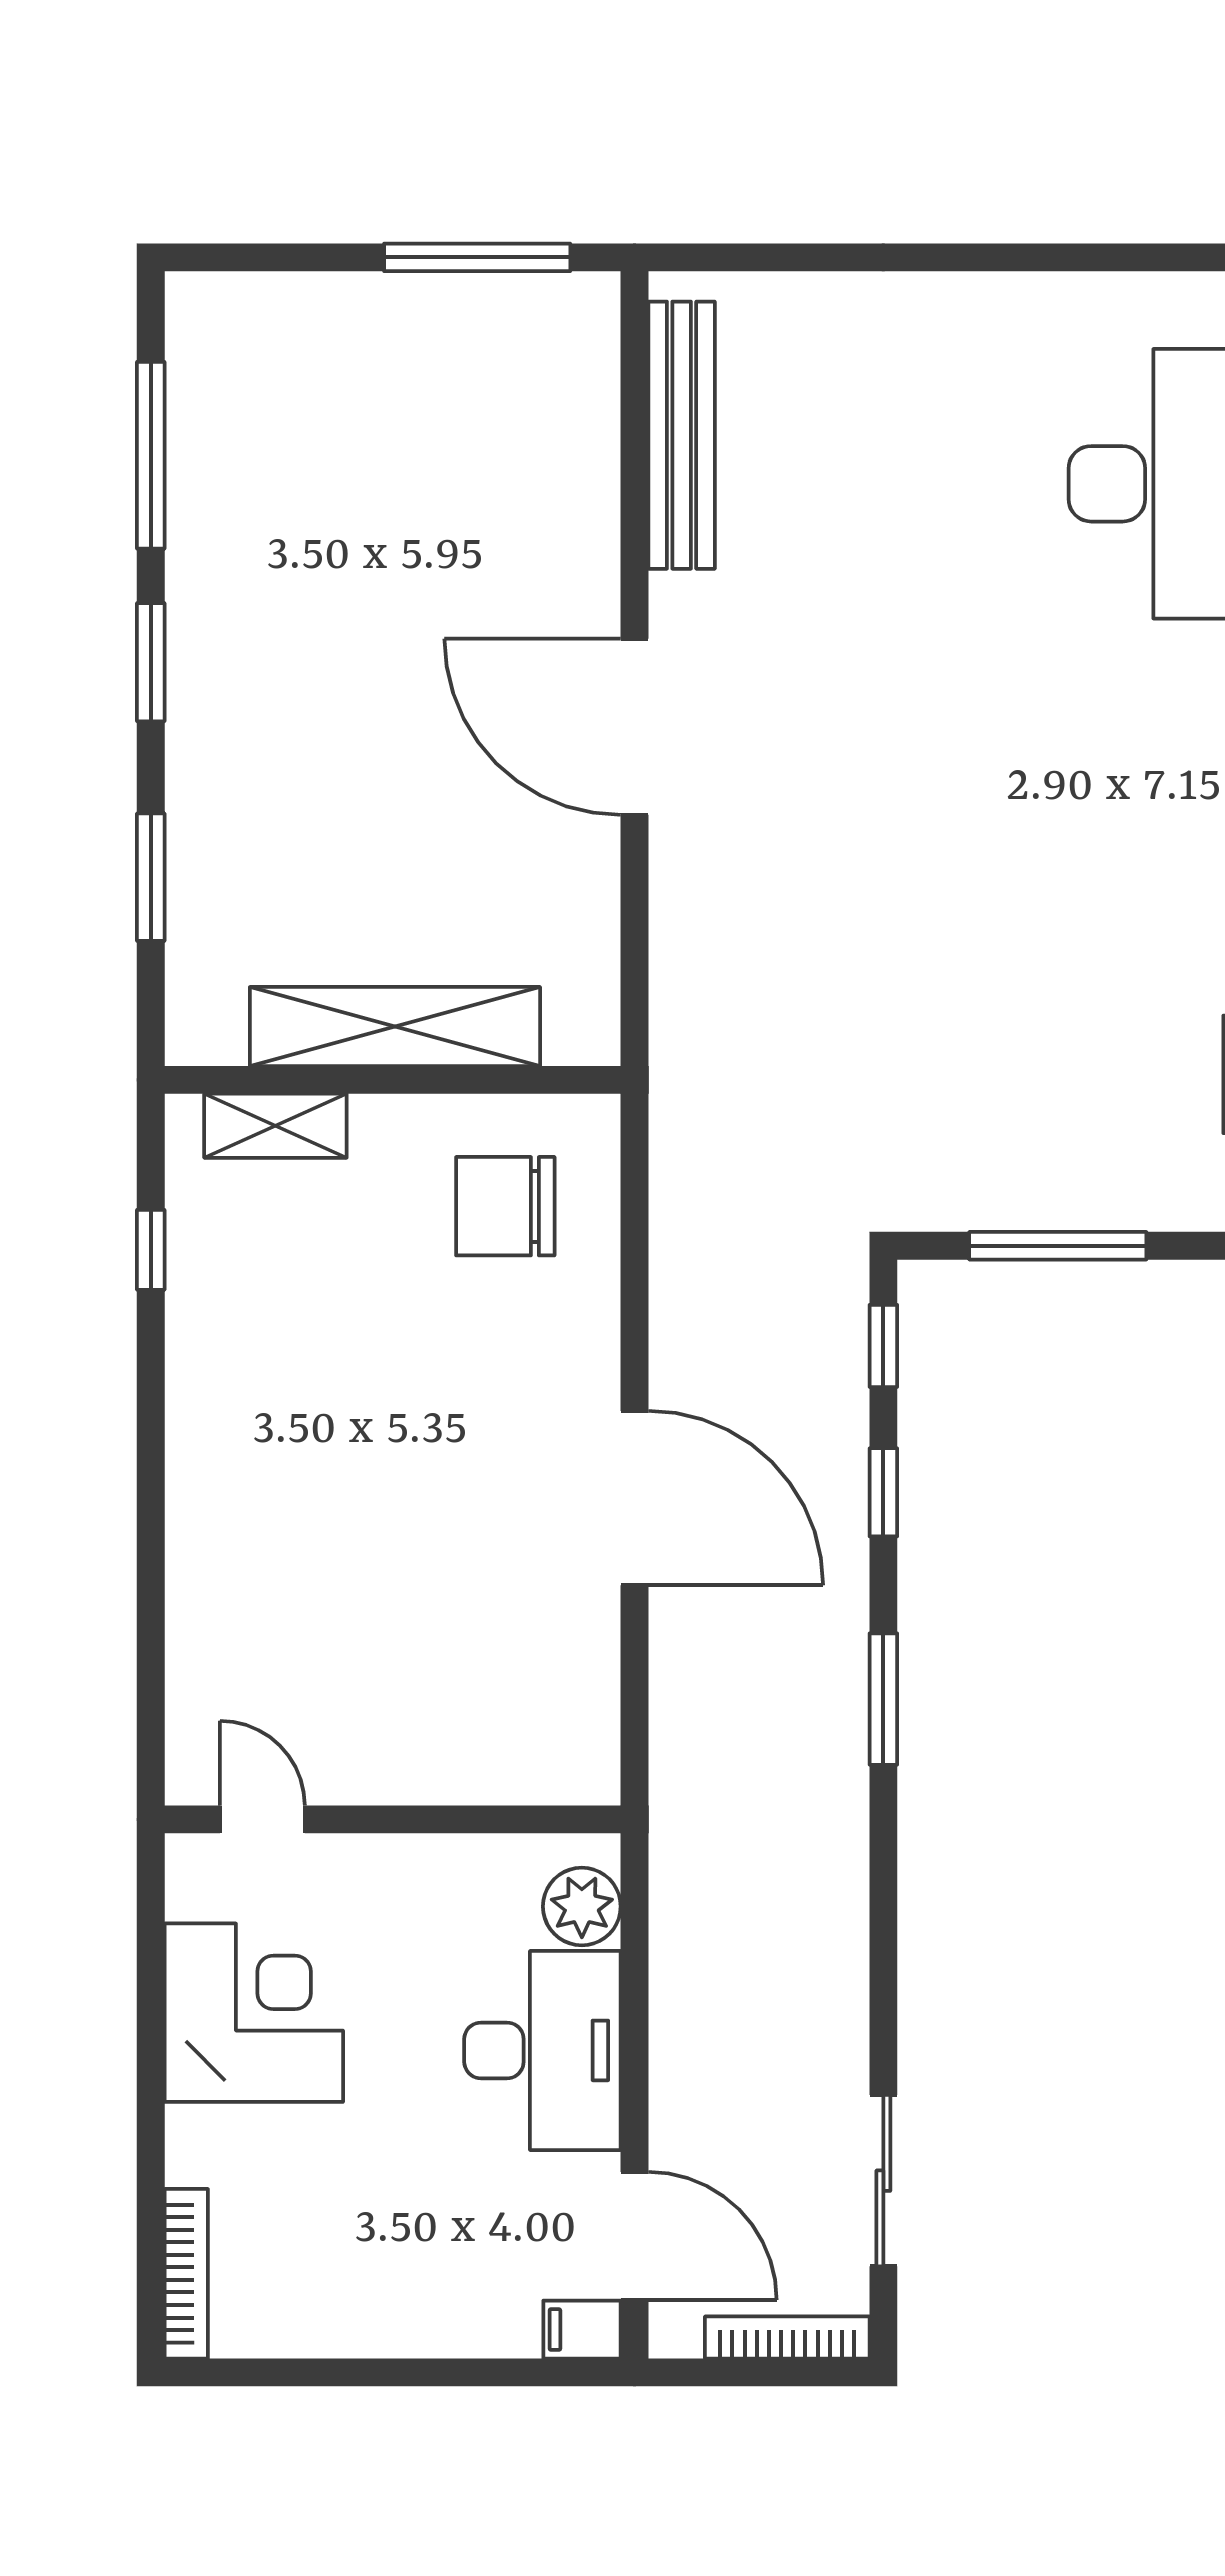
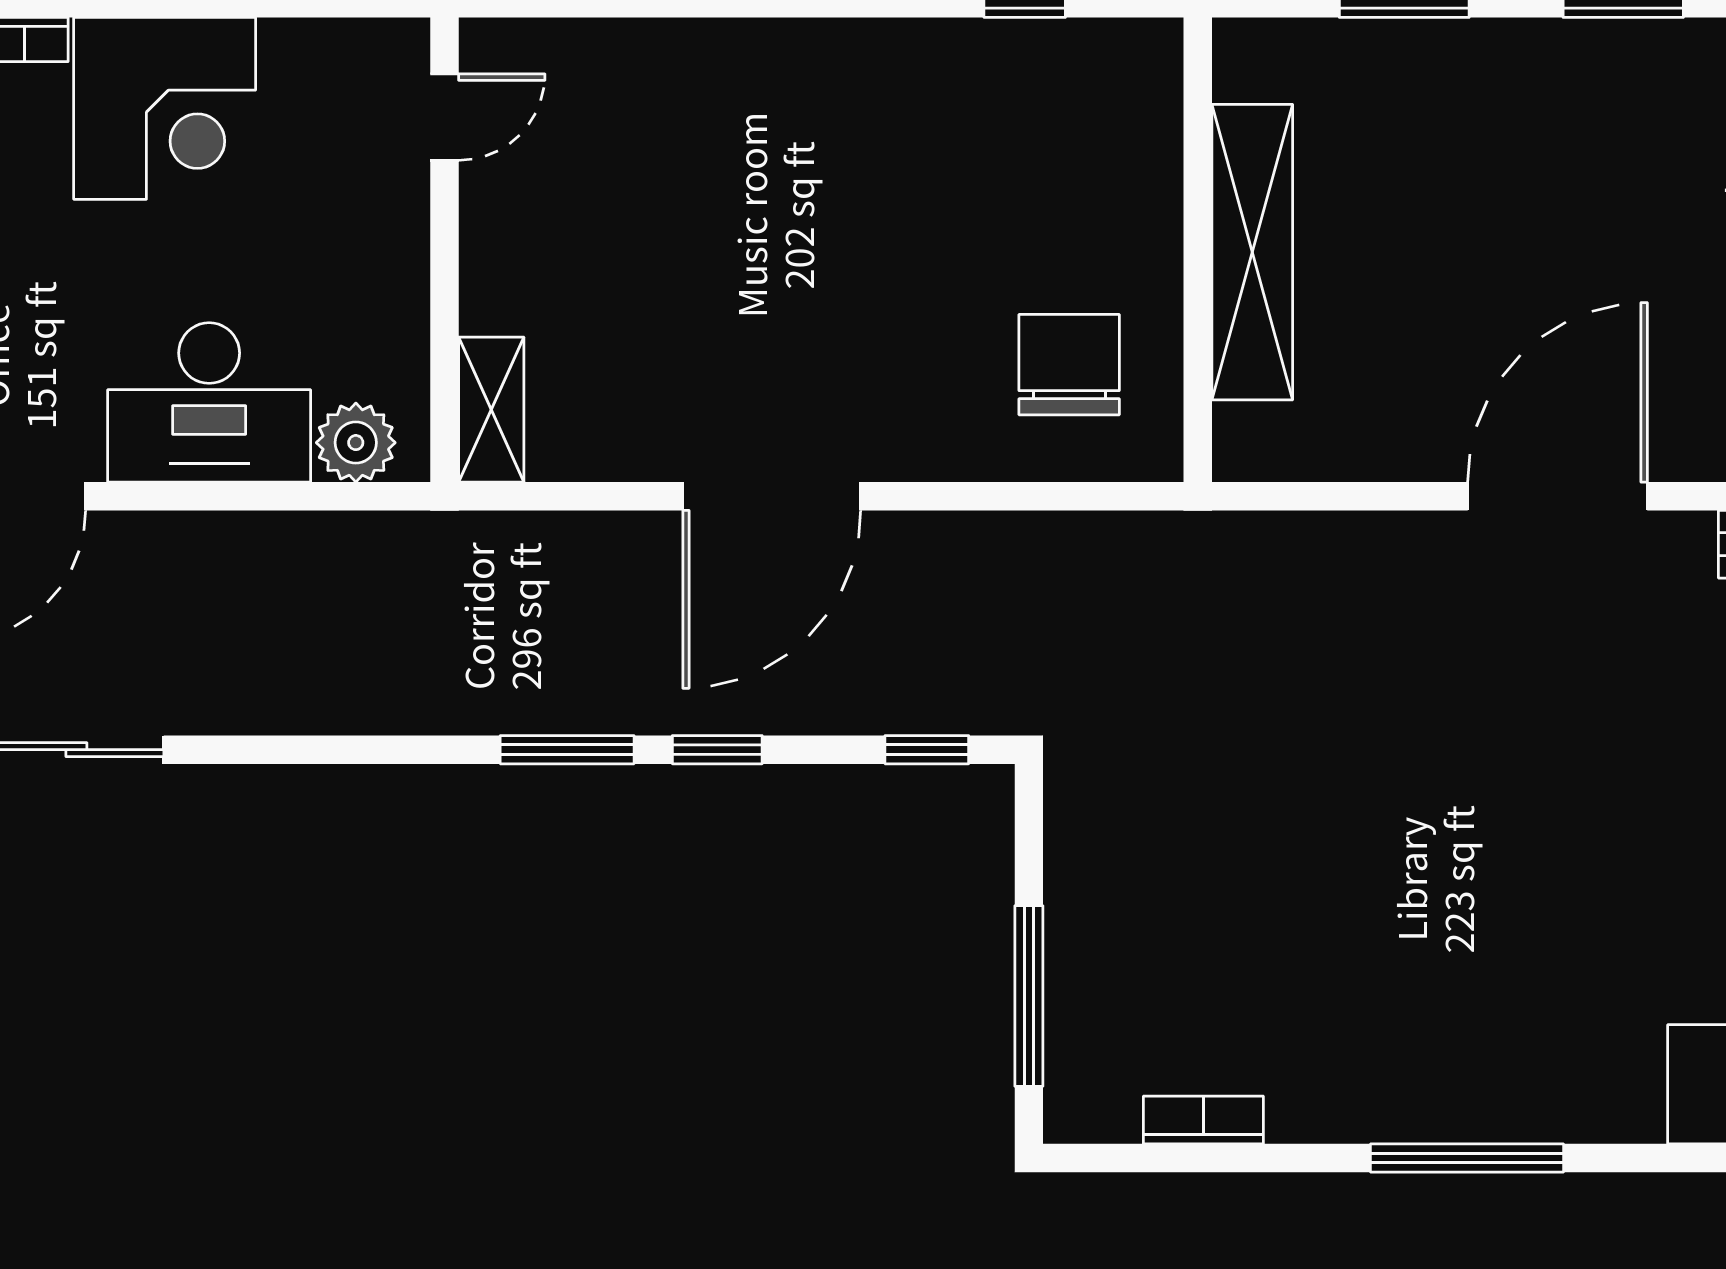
shelving: (275, 1126) -> (491, 410), moved
window: (1058, 1246) -> (1029, 996), moved
window: (883, 1492) -> (717, 750), moved
corner desk: (254, 2013) -> (165, 108), moved

